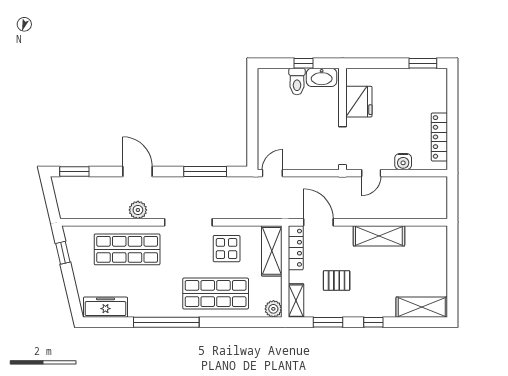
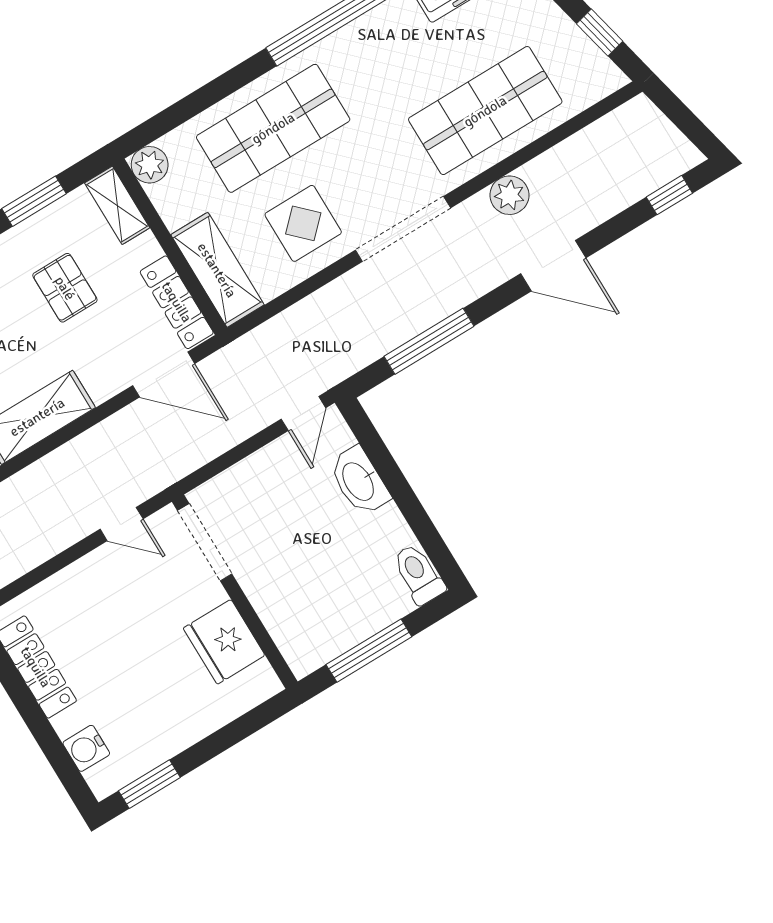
window: (304, 63) -> (369, 651), width x2.17
washbasin: (322, 77) -> (359, 481), moved, turned -90
toilet: (297, 82) -> (419, 574), moved
water cooler: (403, 162) -> (86, 748), moved, turned -90
window: (74, 171) -> (669, 195), width x0.67
door: (371, 173) -> (122, 524), swing flipped
pallet: (337, 281) -> (65, 288), turned 90

